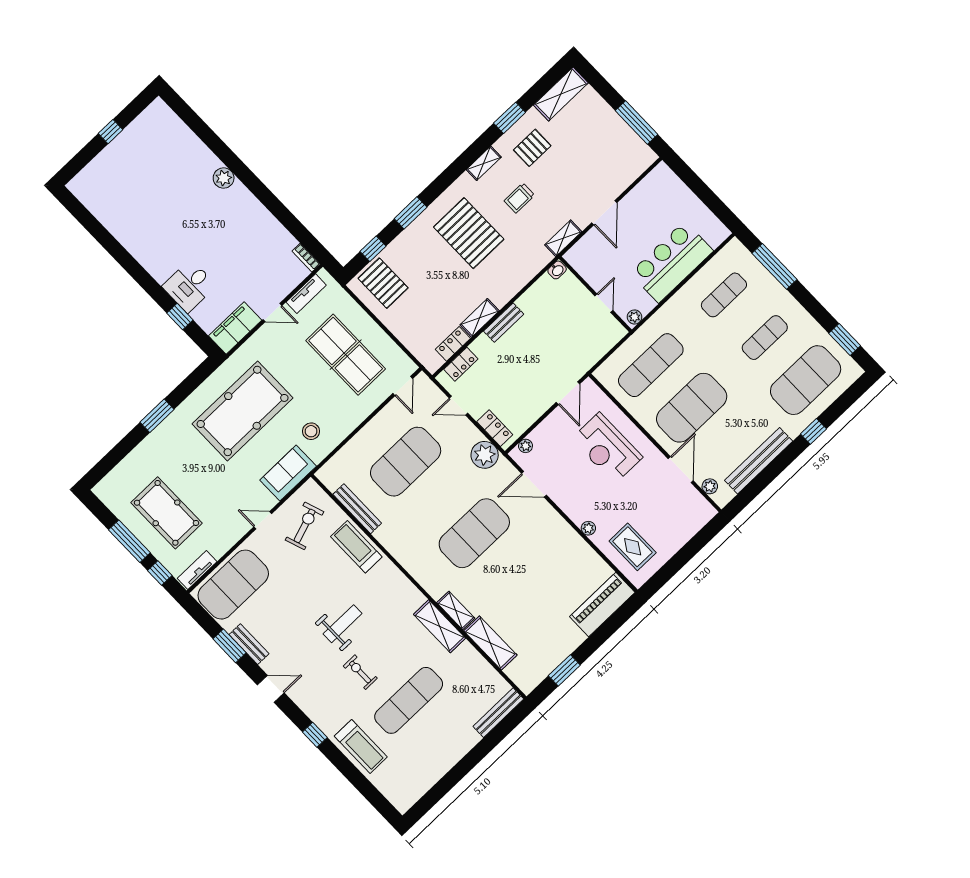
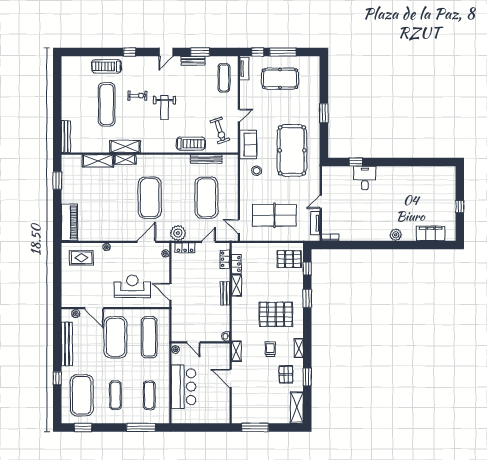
filing cabinet: (235, 328) -> (431, 233), moved, turned -90
exercise mat: (233, 585) -> (224, 78), width x0.50, depth x0.69

